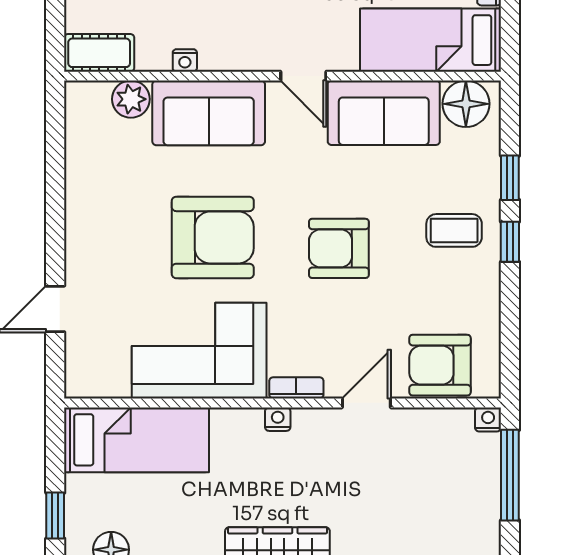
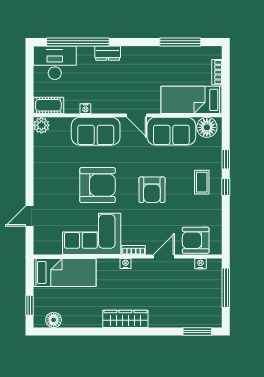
plant: (131, 99) -> (41, 125), moved
coffee table: (454, 230) -> (202, 182), turned 90
armchair: (339, 248) -> (152, 190), turned -90
nightstand: (488, 419) -> (200, 264), moved

